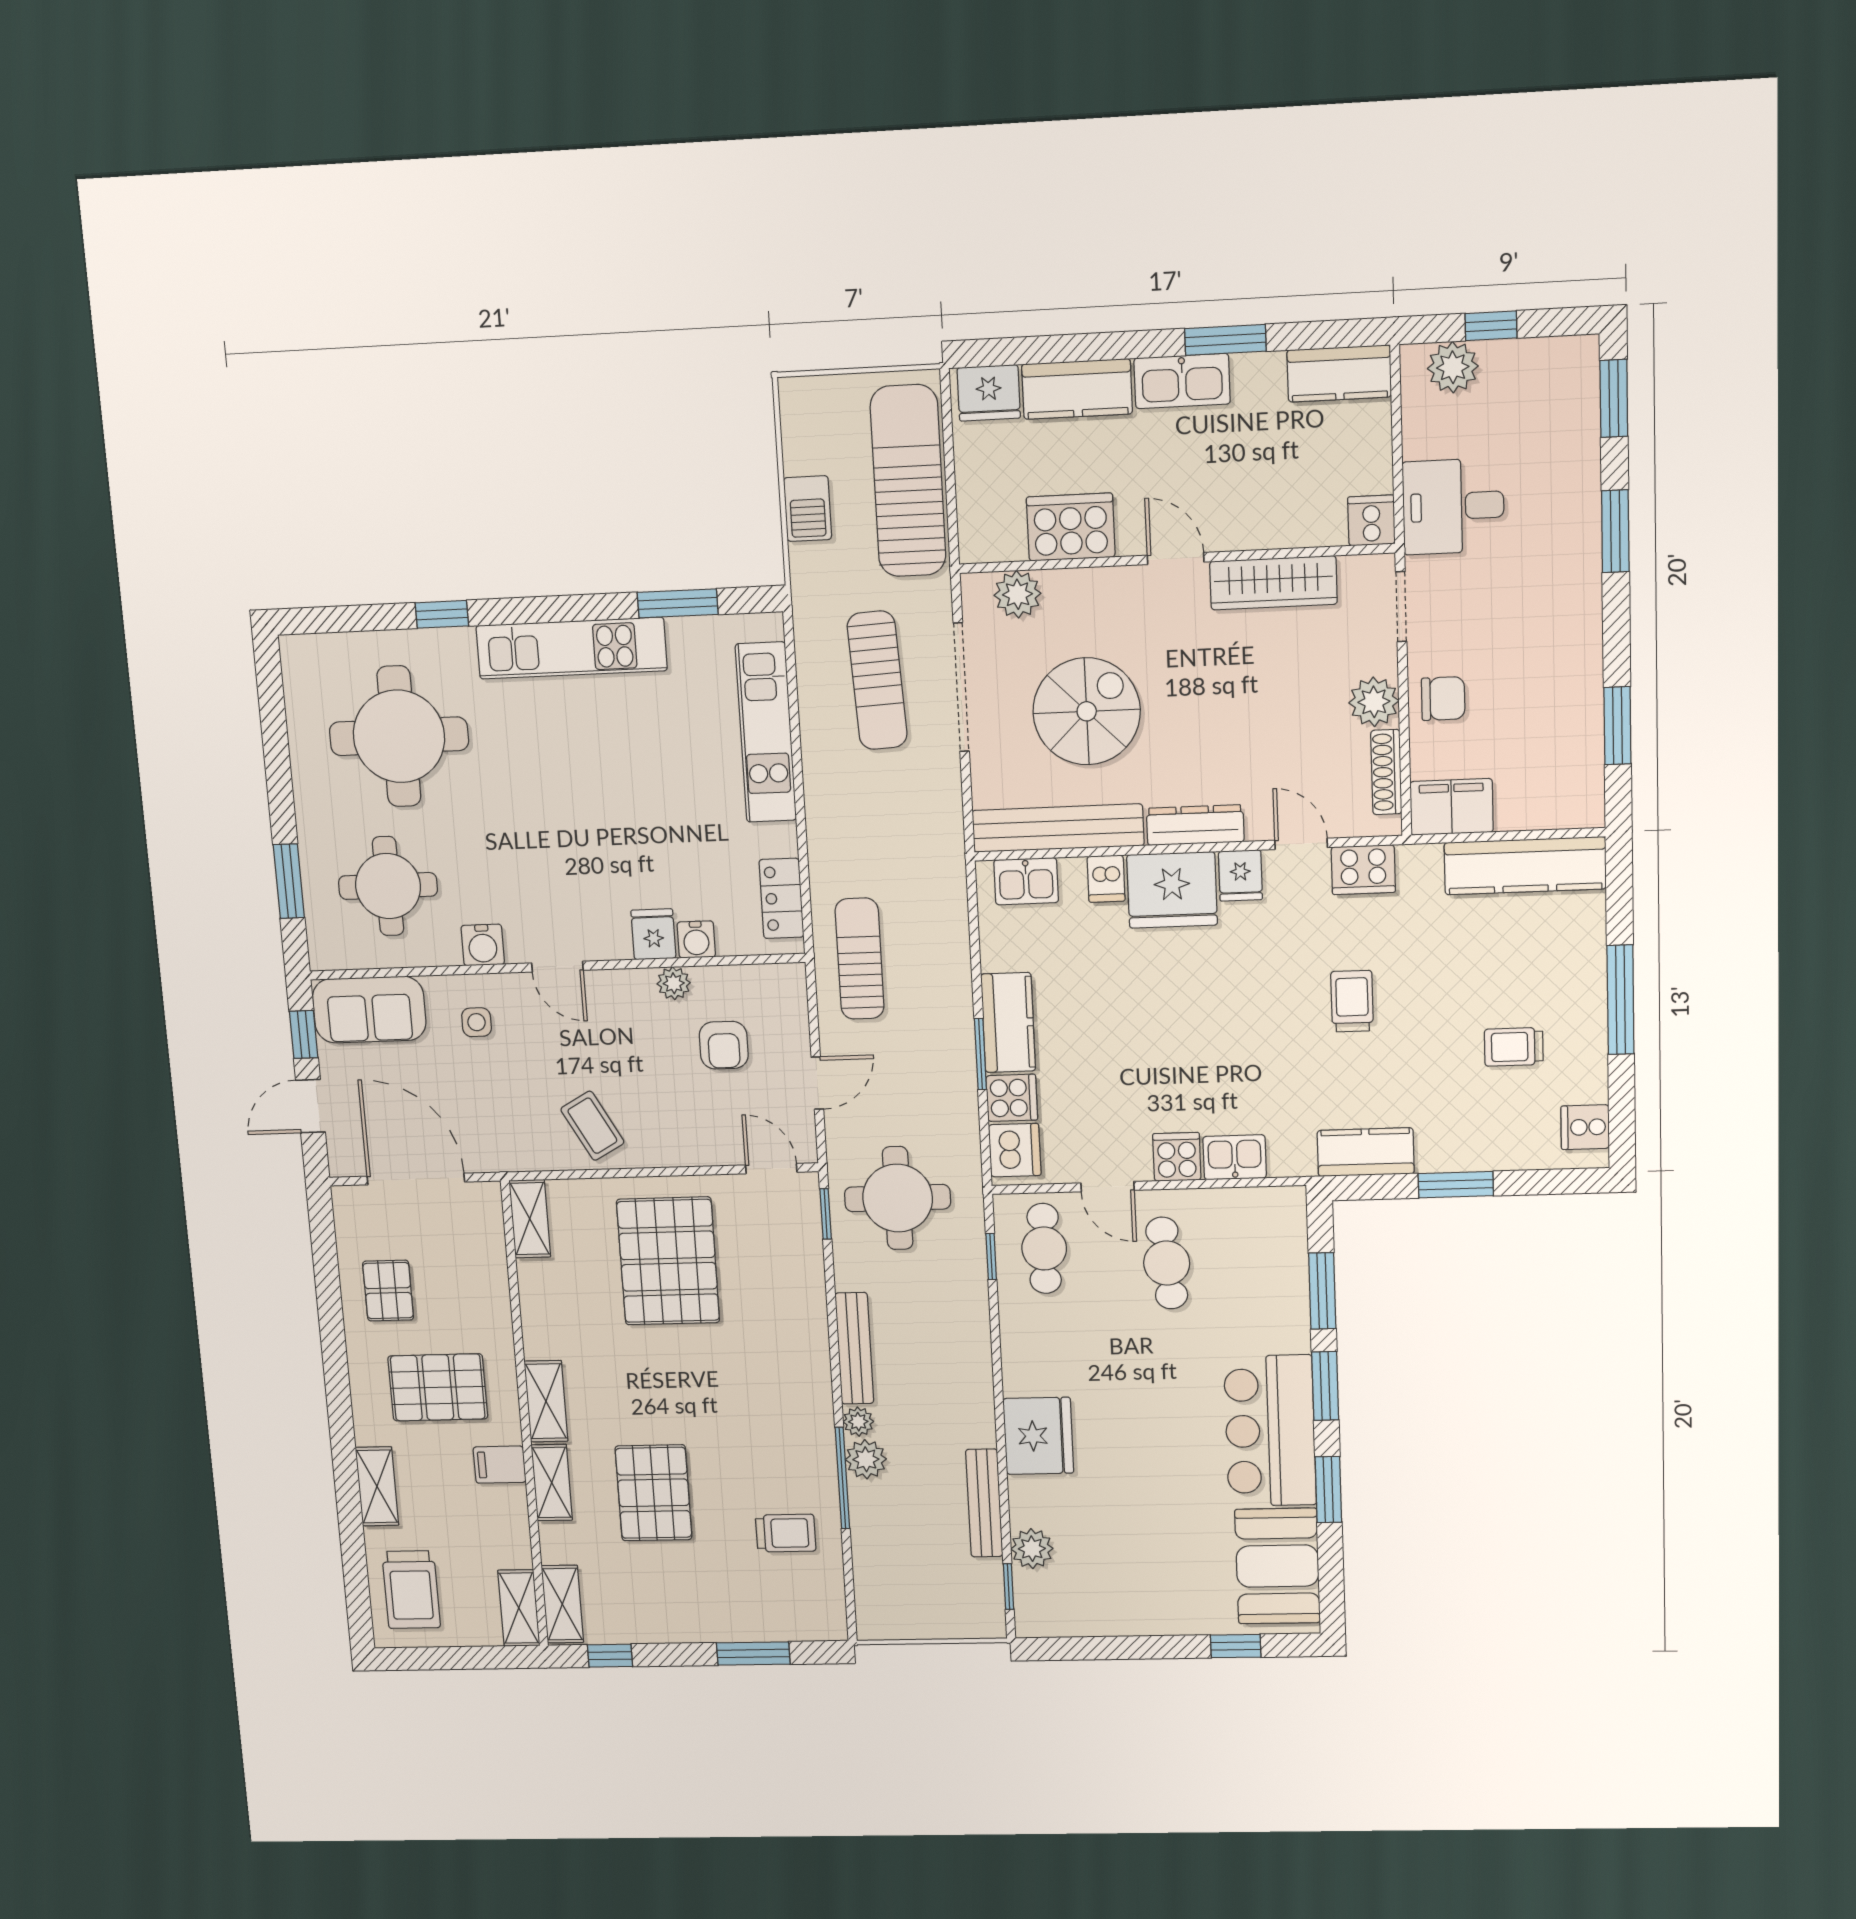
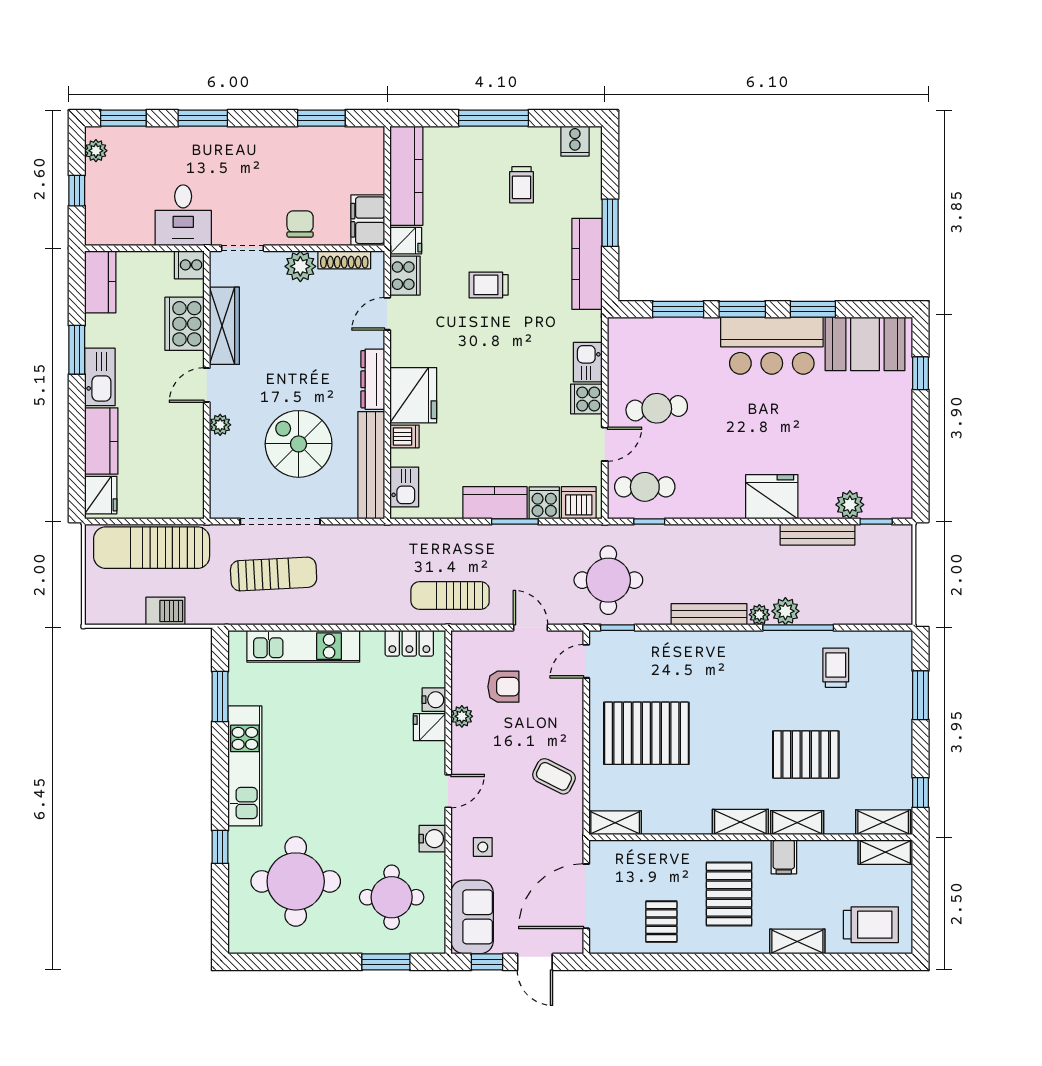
plant: (1453, 367) -> (96, 151), moved, width x0.73, depth x0.73
cooker: (1071, 527) -> (185, 324), moved
plant: (1018, 594) -> (220, 425), moved, width x0.73, depth x0.73
fridge: (1240, 875) -> (406, 241), moved
coffee table: (592, 1126) -> (554, 776), turned 56
kitchen counter: (1366, 1152) -> (587, 264), width x1.50
pallet: (388, 1291) -> (661, 922), turned 90

